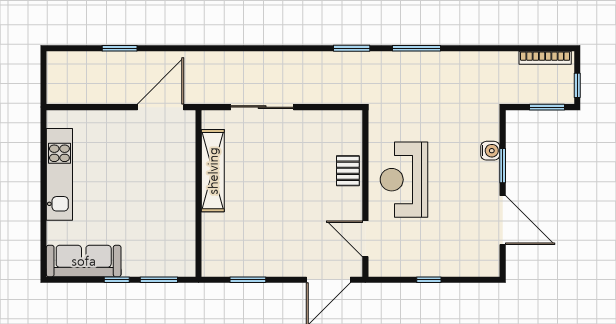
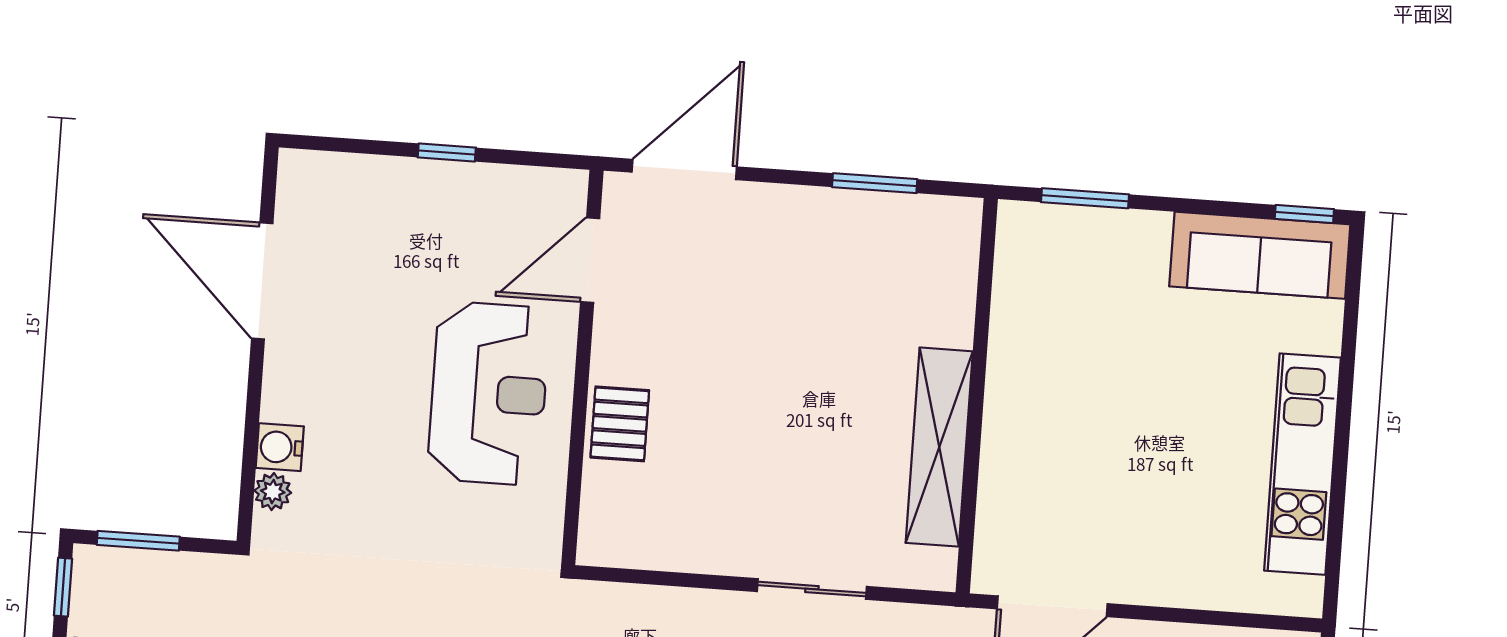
sliding door: (262, 107) -> (812, 589), width x0.73
plant: (492, 132) -> (273, 492), added
window: (503, 166) -> (253, 410), removed
door: (365, 239) -> (590, 260), swing flipped
window: (117, 280) -> (1304, 214), moved

